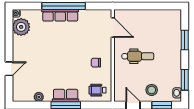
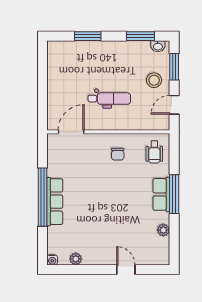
plant: (21, 27) -> (76, 259), width x0.53, depth x0.53
dental chair: (138, 56) -> (109, 99), turned 90

